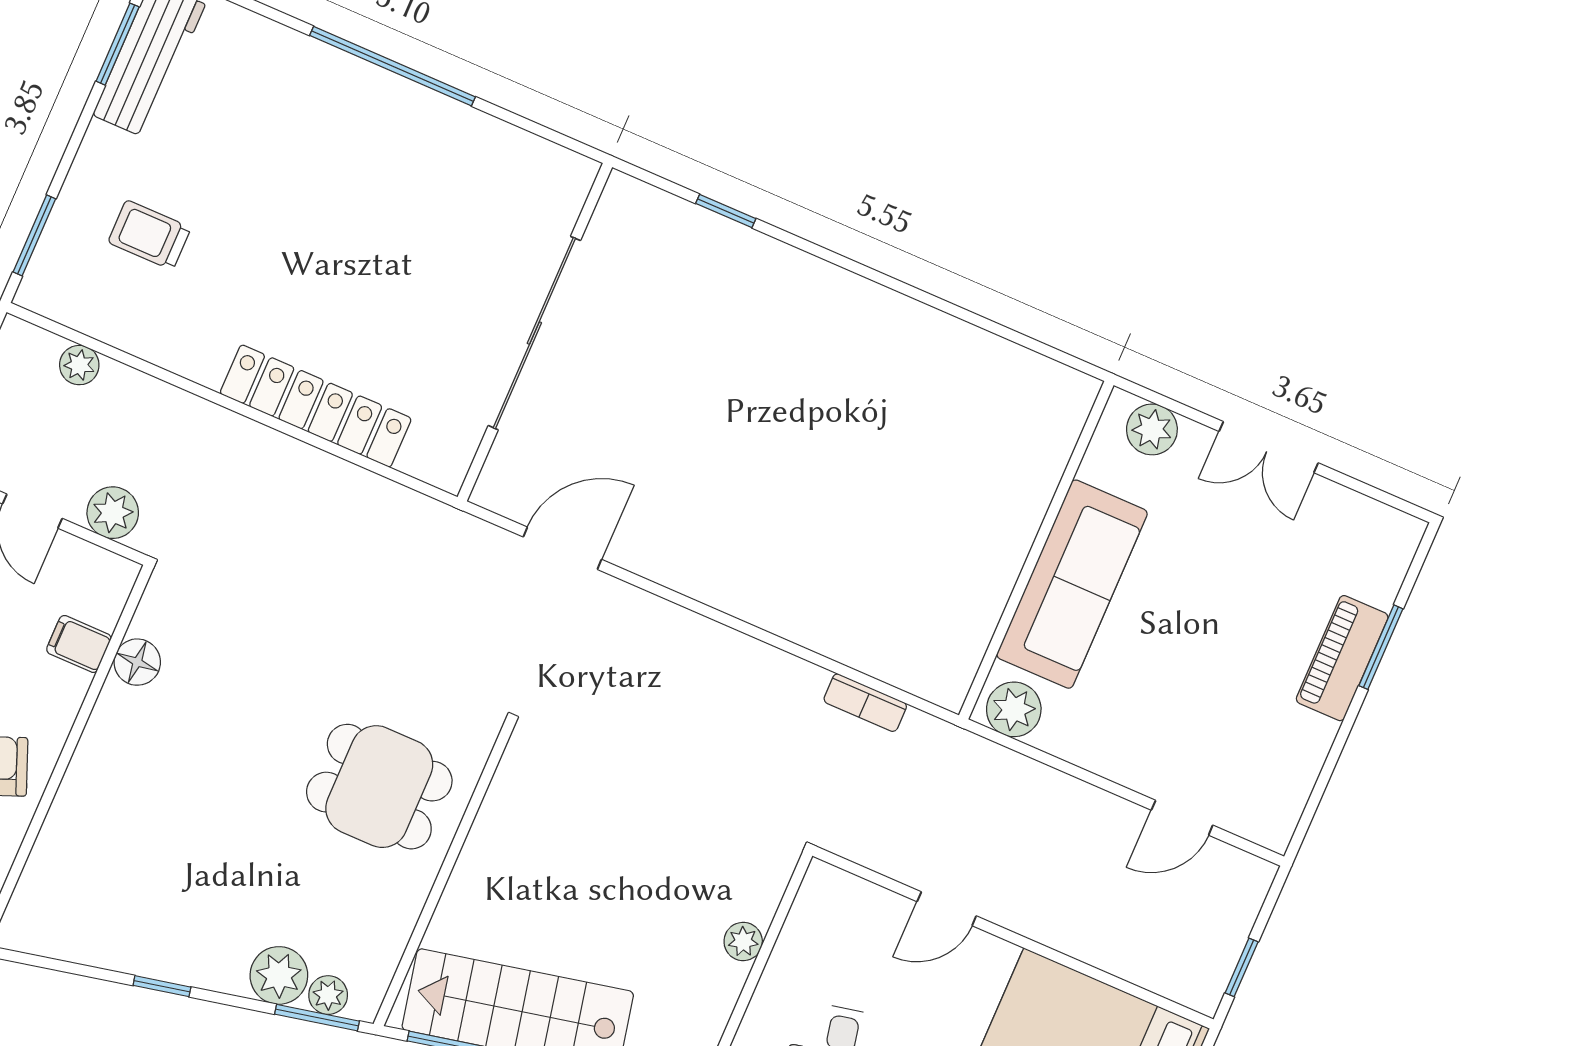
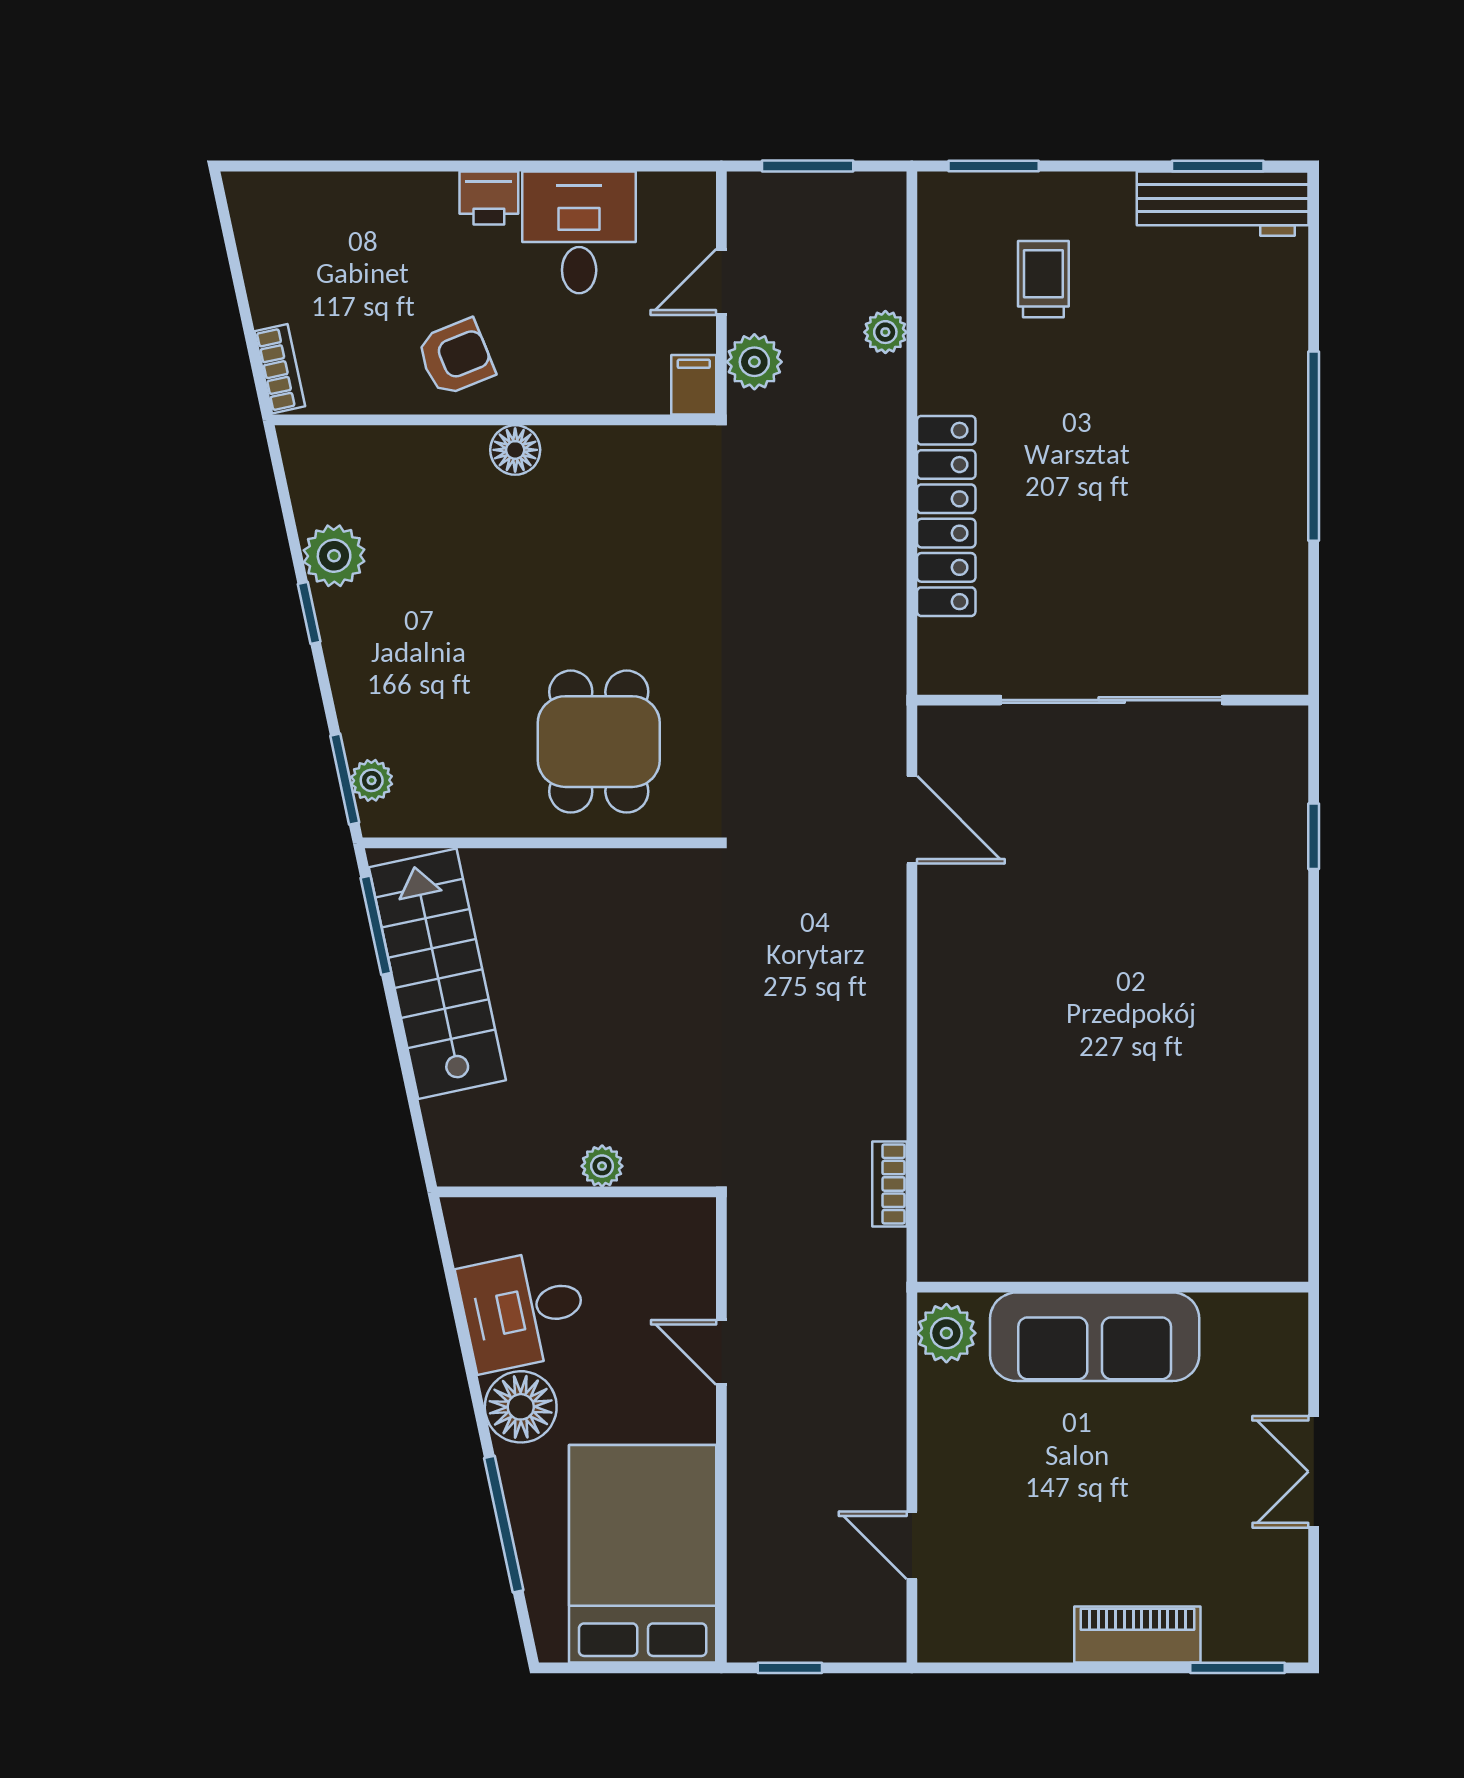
plant: (79, 365) -> (885, 332), moved
plant: (1152, 429) -> (1281, 1349), removed
filing cabinet: (79, 644) -> (694, 385), moved
window: (1381, 647) -> (1238, 1668), moved
floor lamp: (137, 662) -> (515, 450), moved
plant: (279, 975) -> (334, 556), moved

